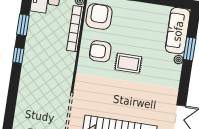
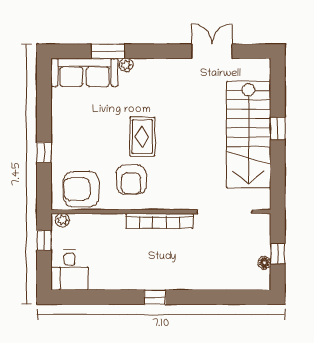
window: (23, 25) -> (110, 297), removed
bookcase: (75, 29) -> (159, 221), moved

